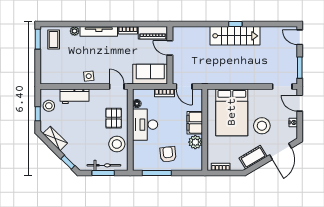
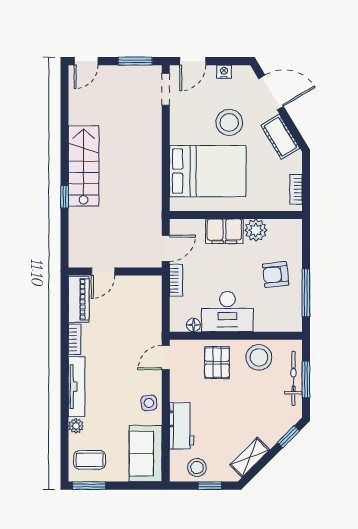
window: (235, 24) -> (64, 197), moved
sofa: (150, 74) -> (146, 454), moved
pallet: (114, 118) -> (217, 363), turned 90

